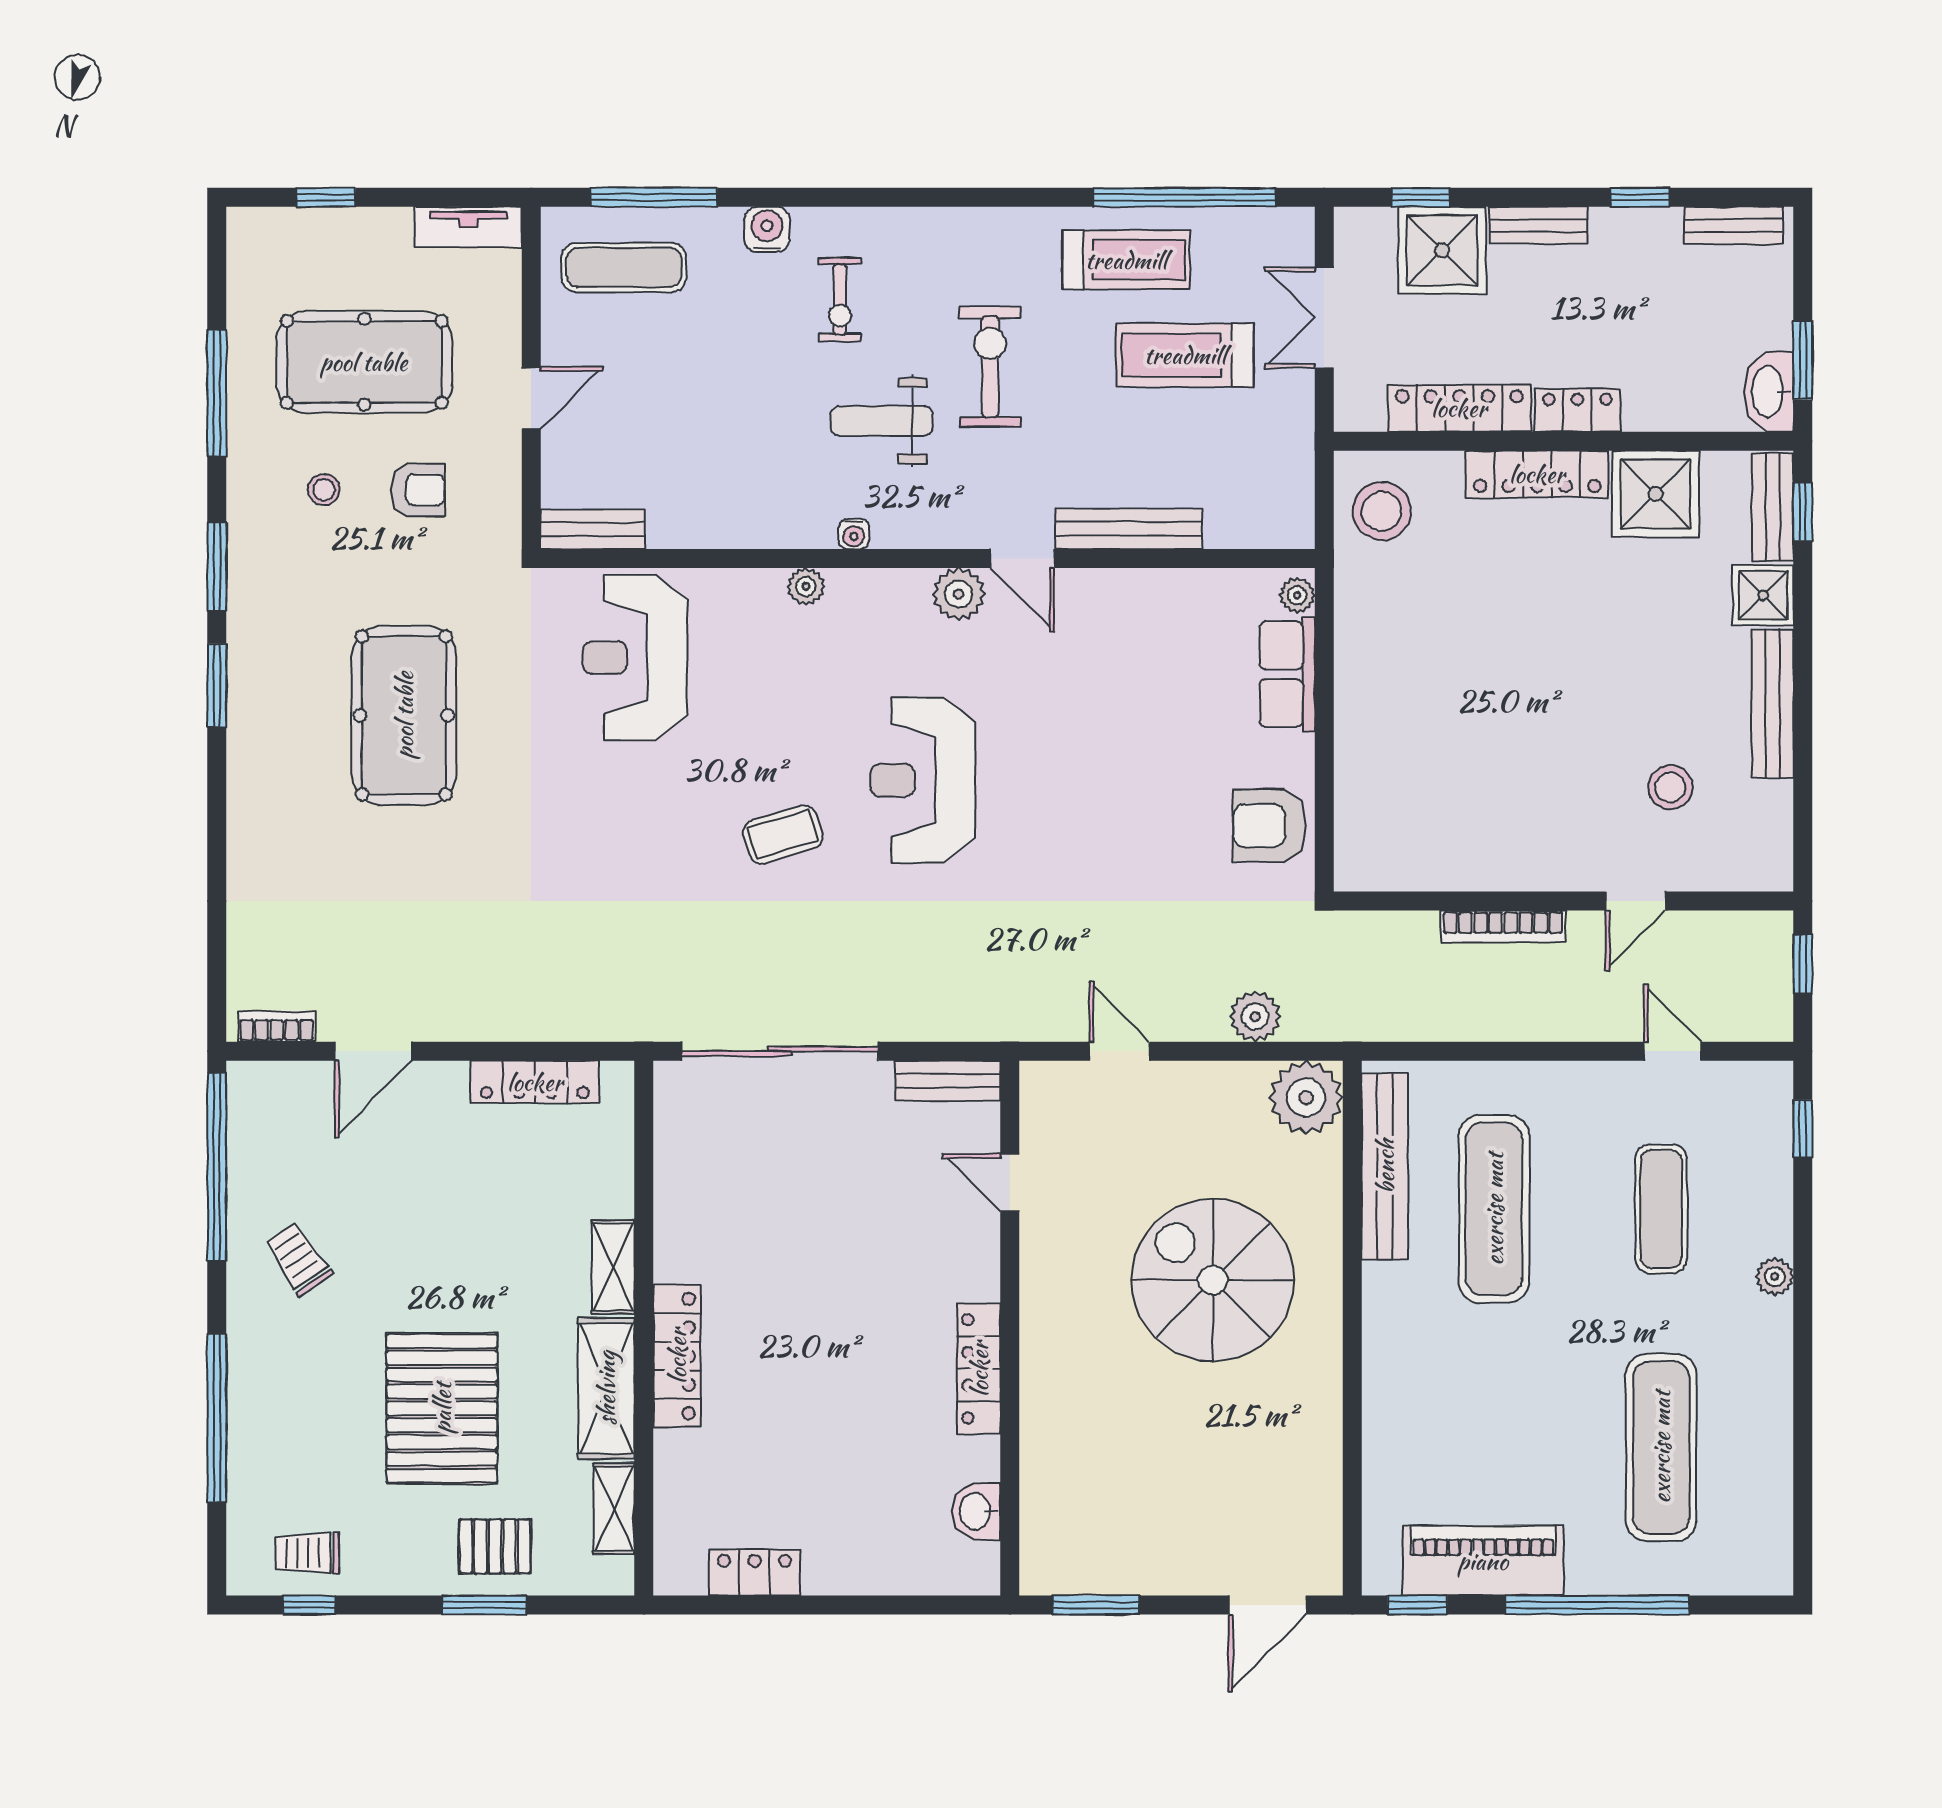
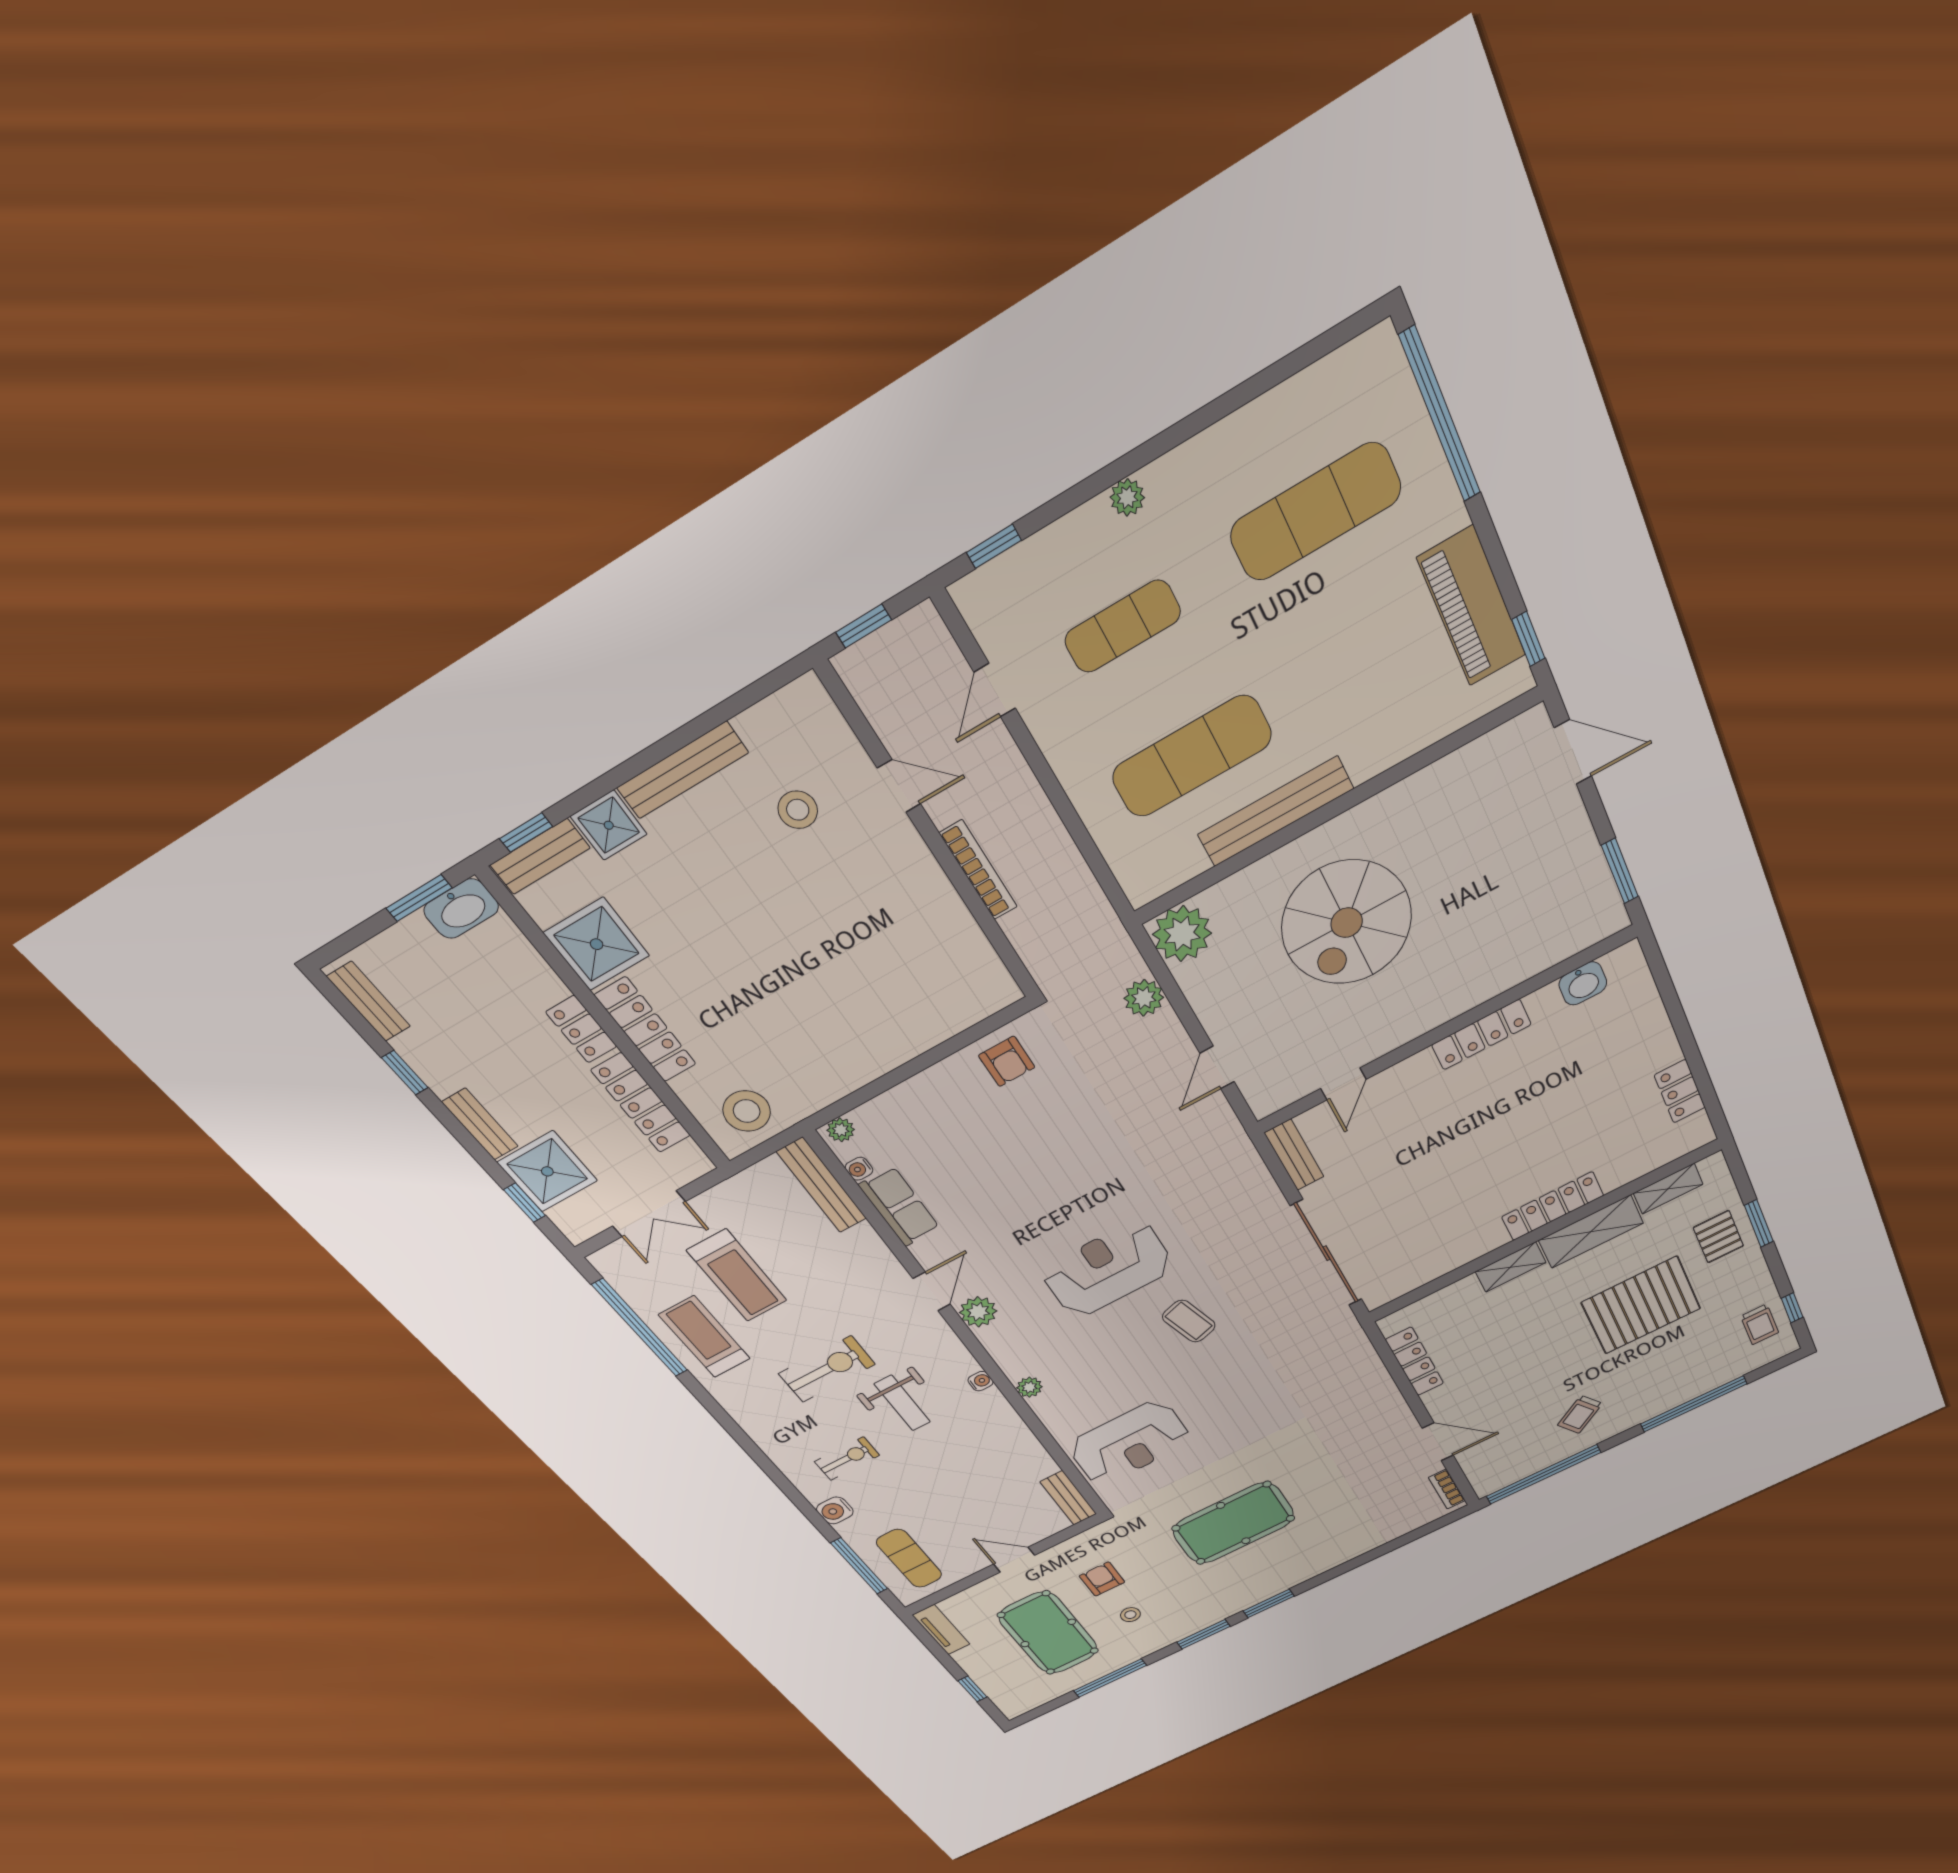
exercise bike: (990, 367) -> (827, 1369), turned 180
bench: (1129, 529) -> (822, 1185), moved
water cooler: (1237, 583) -> (859, 1169), added
row of seats: (1287, 674) -> (899, 1207), moved, turned -90
reception desk: (923, 780) -> (1108, 1269), turned 180
armchair: (1269, 826) -> (1007, 1061), width x0.72, depth x0.72
bench: (1385, 1166) -> (1275, 812), moved
window: (1597, 1605) -> (1440, 415), moved

